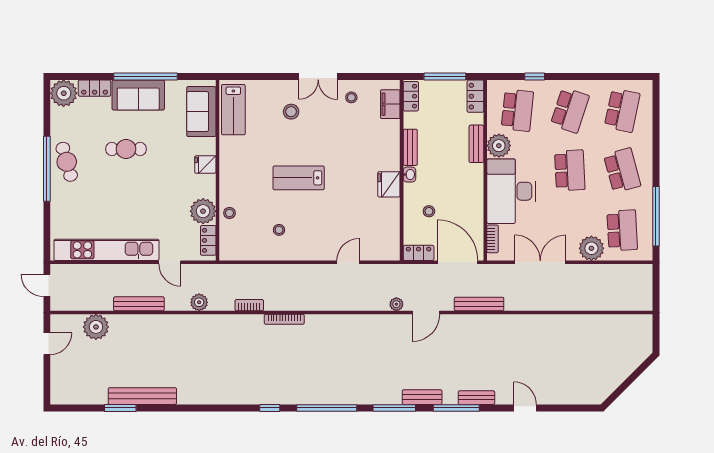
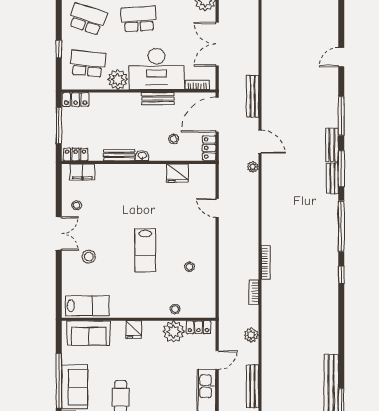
bench: (476, 144) -> (158, 99), moved
fridge: (389, 184) -> (177, 173), moved
bench: (476, 398) -> (332, 178), moved

